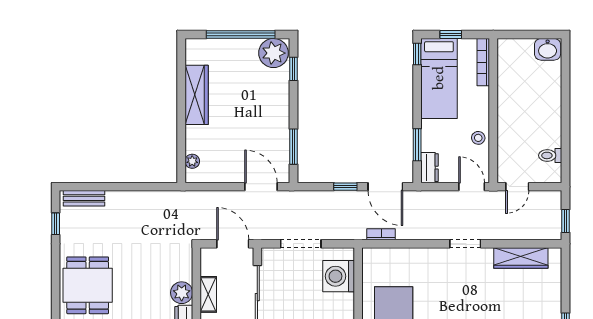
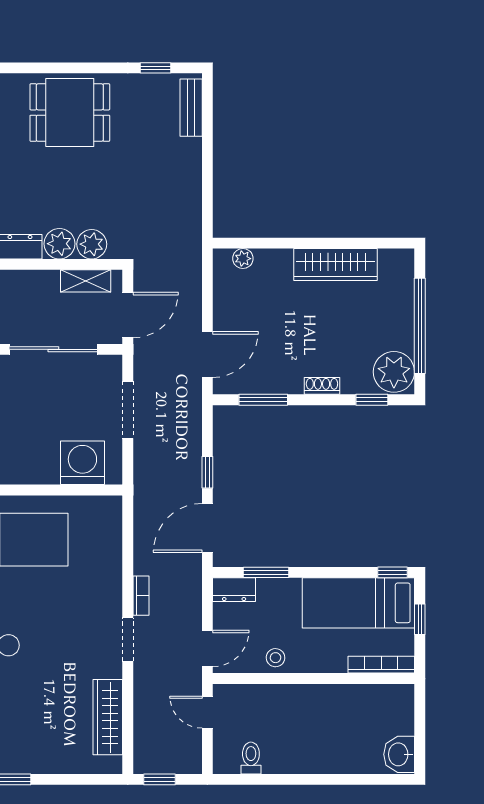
shoe rack: (284, 105) -> (322, 386), added
bookcase: (381, 234) -> (141, 596), moved
plant: (182, 270) -> (92, 244), added
shelving: (208, 294) -> (86, 281), moved

